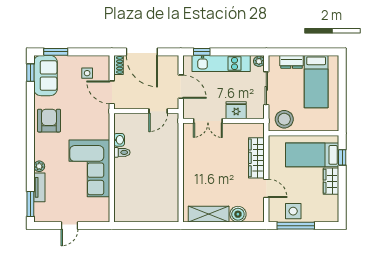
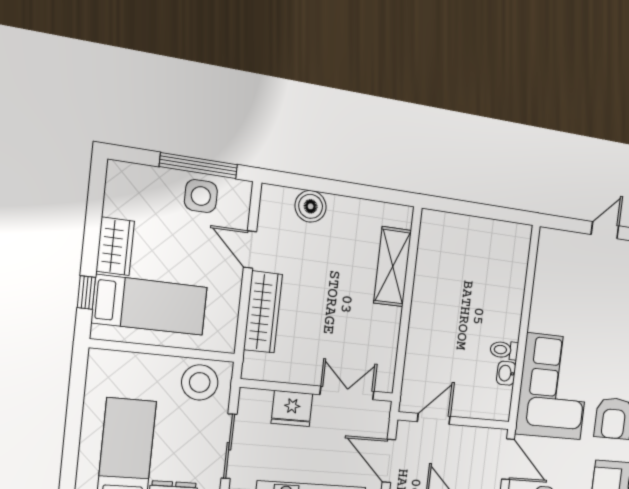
corner sofa: (89, 168) -> (554, 387), moved
shelving: (209, 214) -> (393, 267), moved, turned 90

